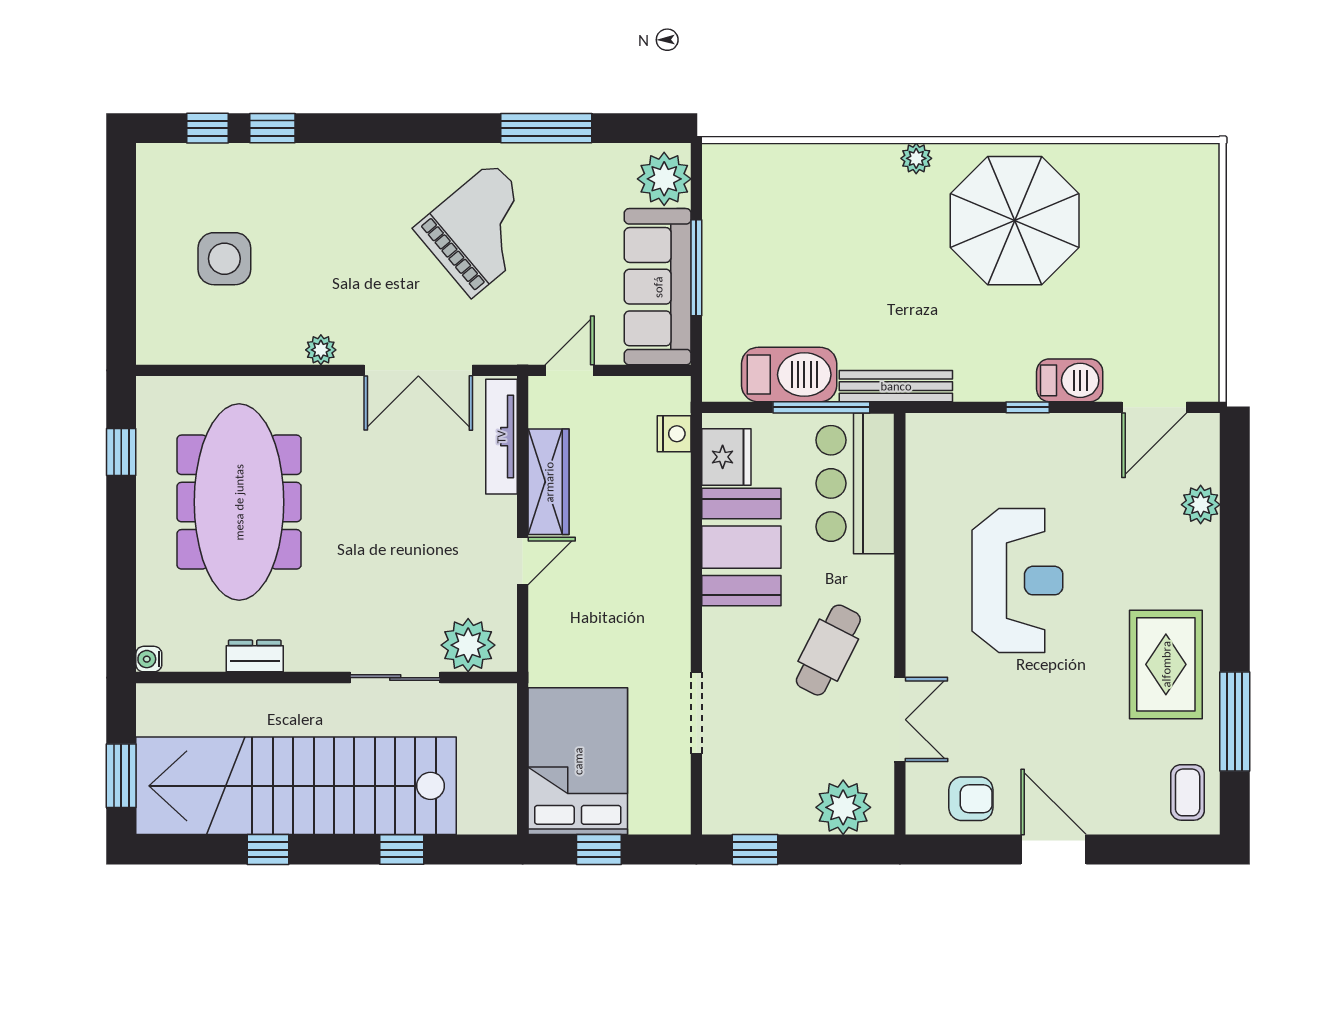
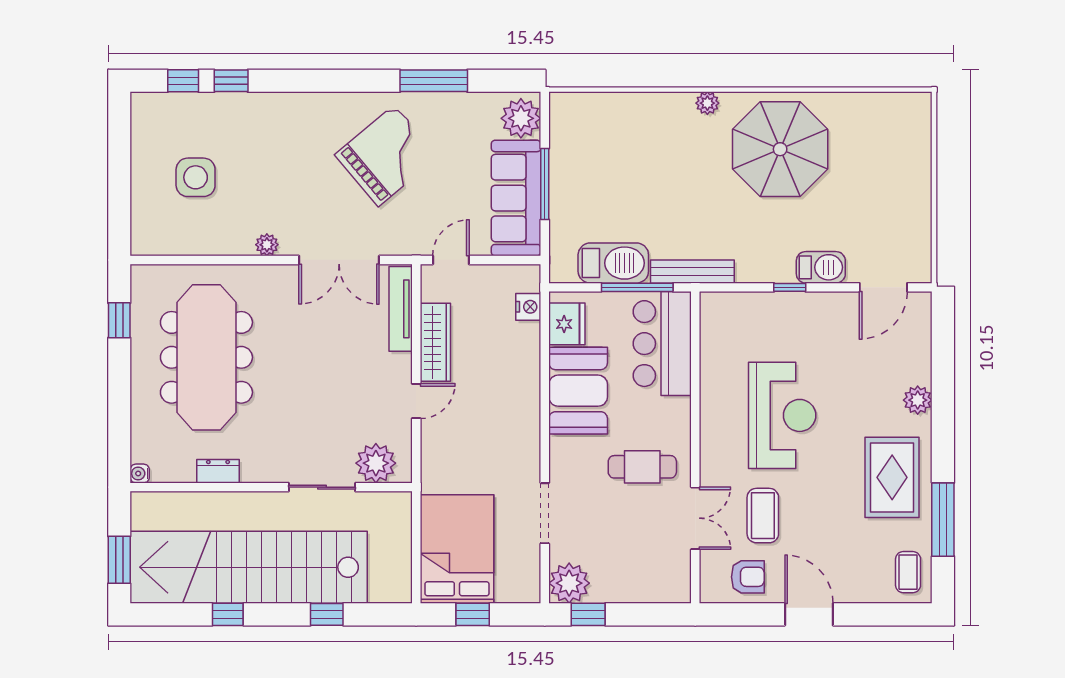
plant: (1201, 505) -> (918, 400), moved
cafe table: (828, 650) -> (642, 467), turned 63
coffee table: (991, 716) -> (763, 516), added
plant: (843, 807) -> (569, 583), moved

